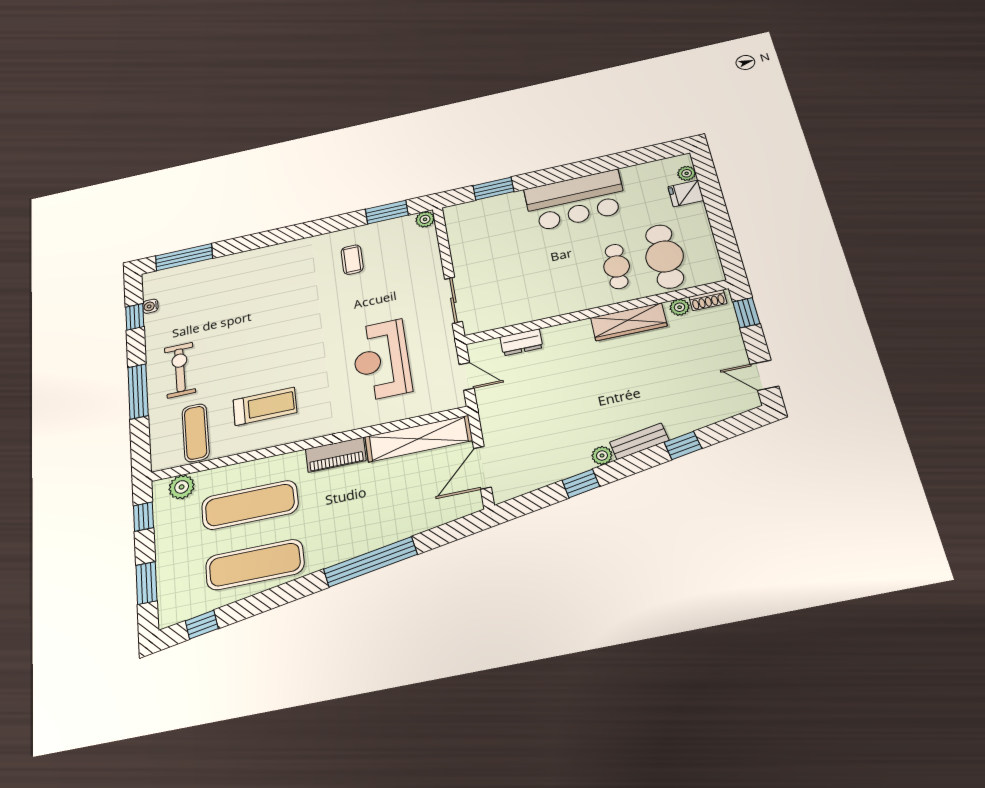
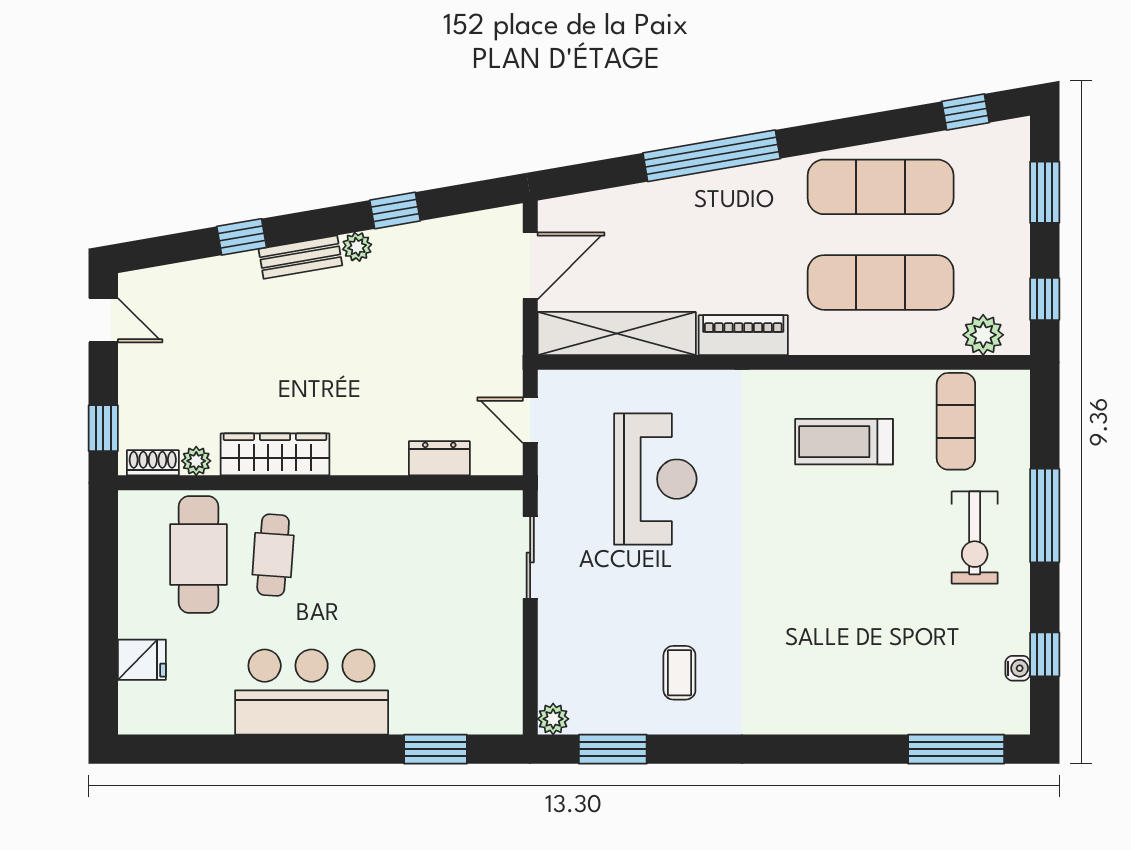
plant: (687, 173) -> (132, 697), removed

